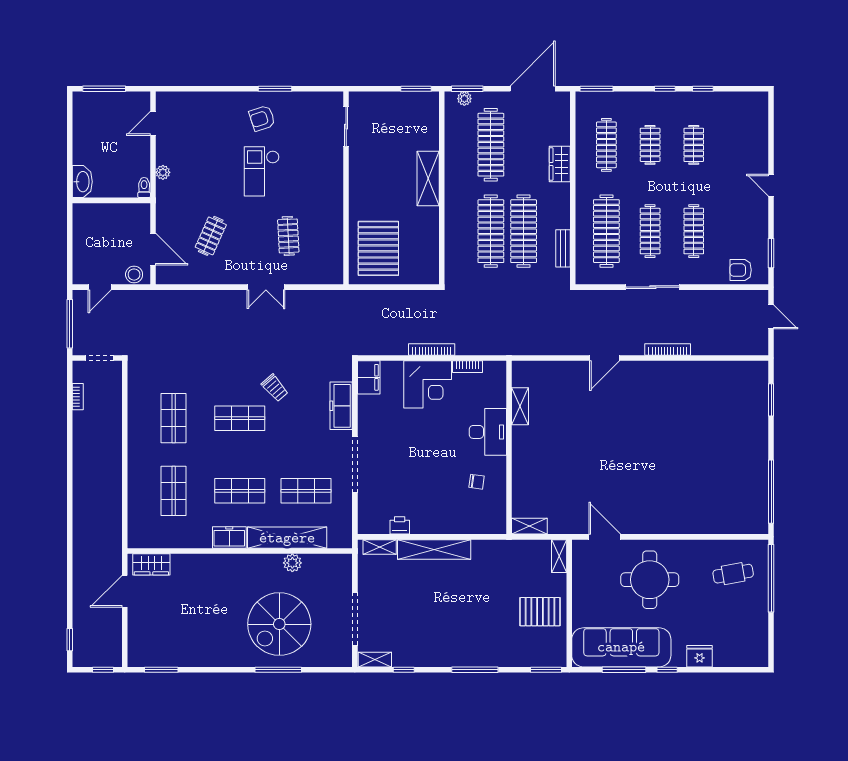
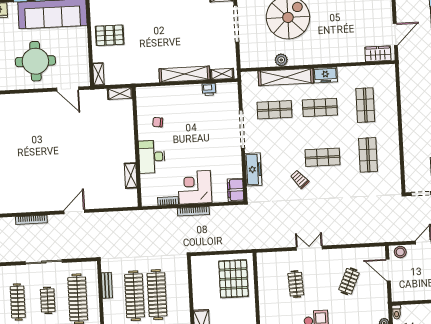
clothes rail: (650, 231) -> (48, 300), width x0.73

